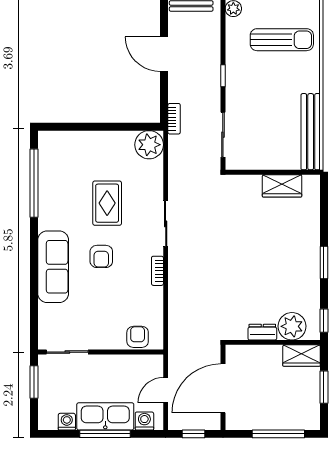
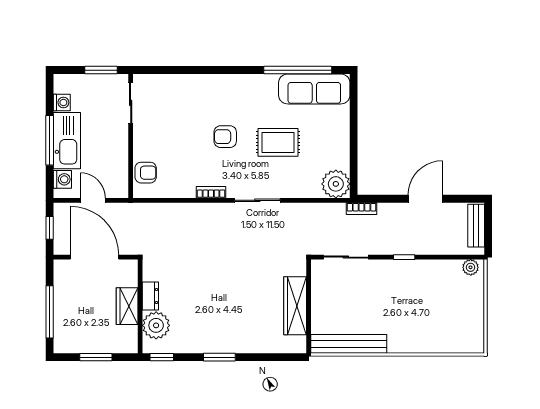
sun lounger: (282, 40) -> (440, 315), removed
wardrobe: (282, 186) -> (295, 306), width x1.50
sofa: (53, 267) -> (314, 89), moved
wardrobe: (302, 356) -> (127, 306), moved

